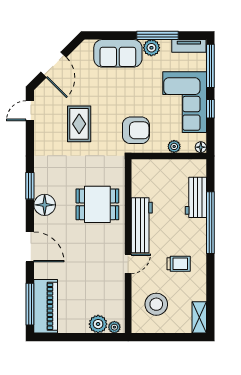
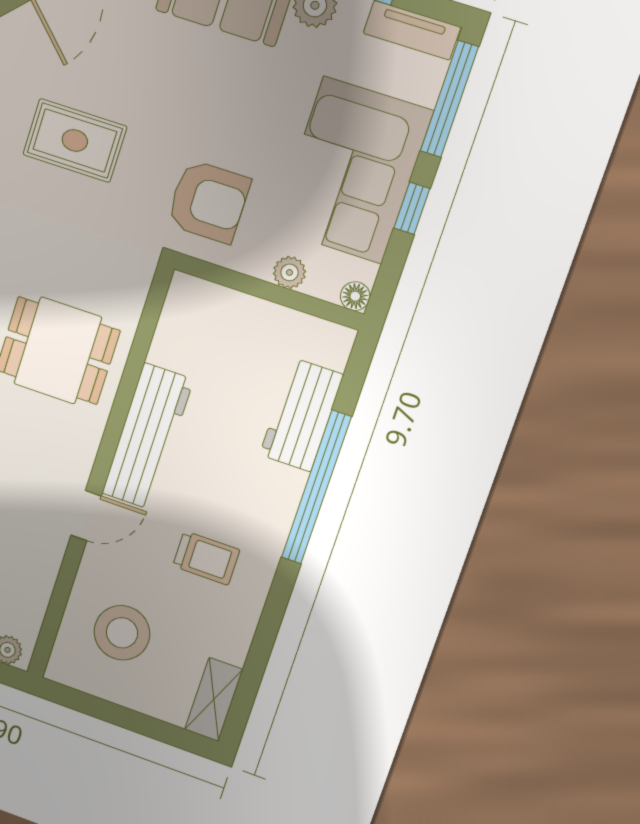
rug: (79, 124) -> (75, 140), turned 90

